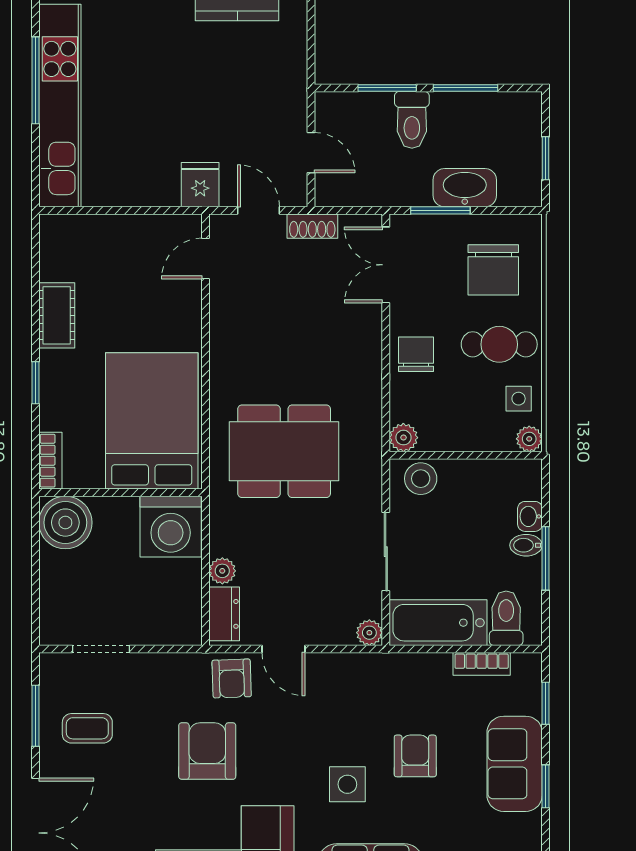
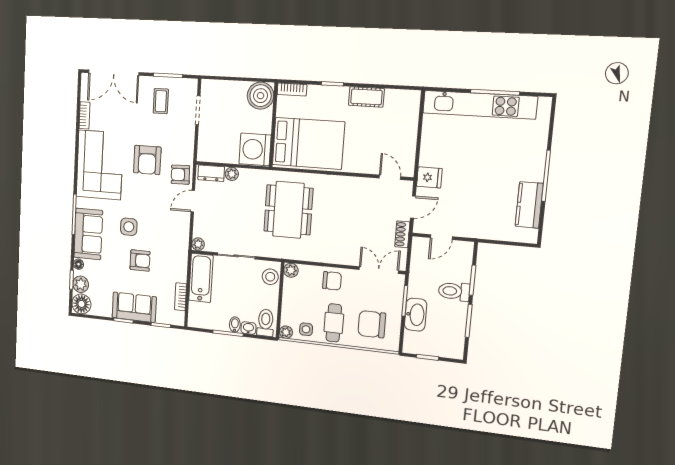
toilet: (506, 618) -> (266, 323), moved, turned -90
armchair: (207, 751) -> (147, 160), turned 90

